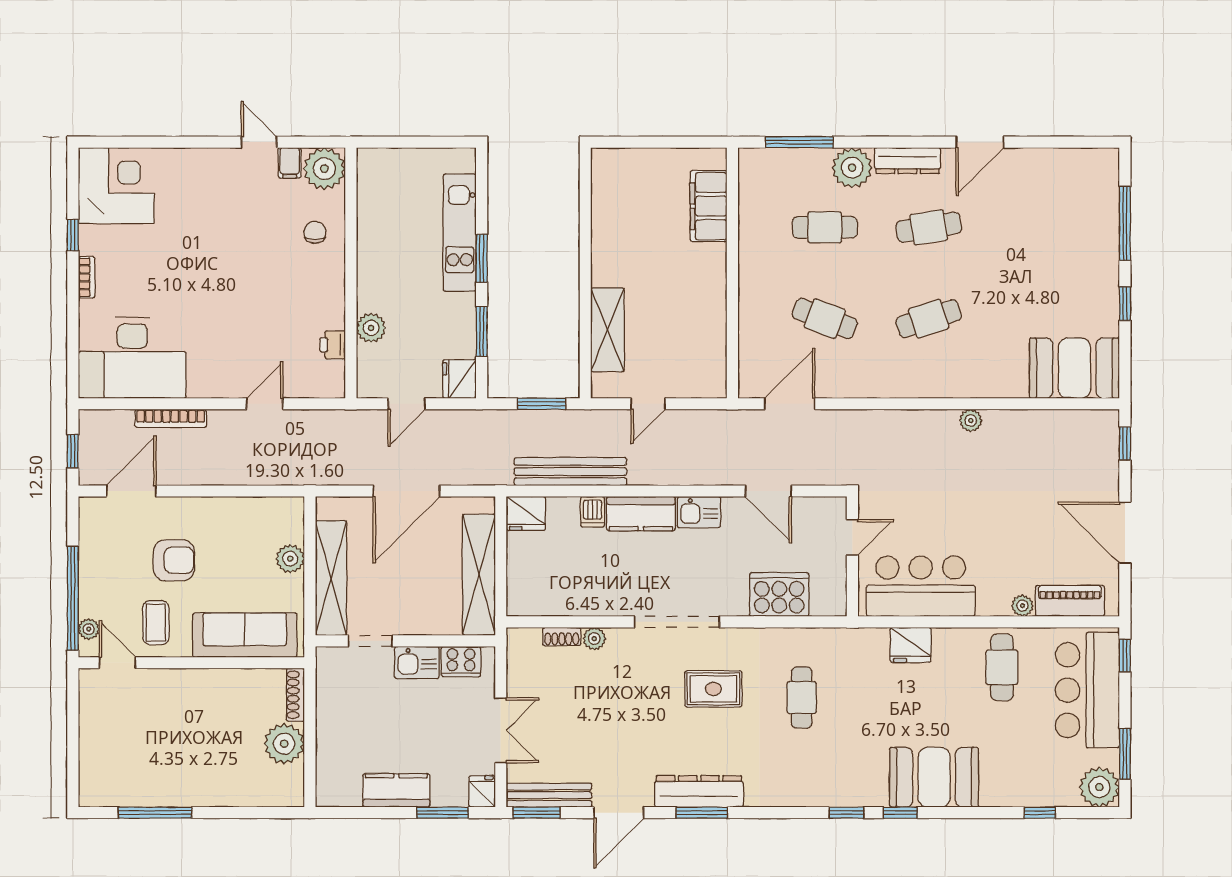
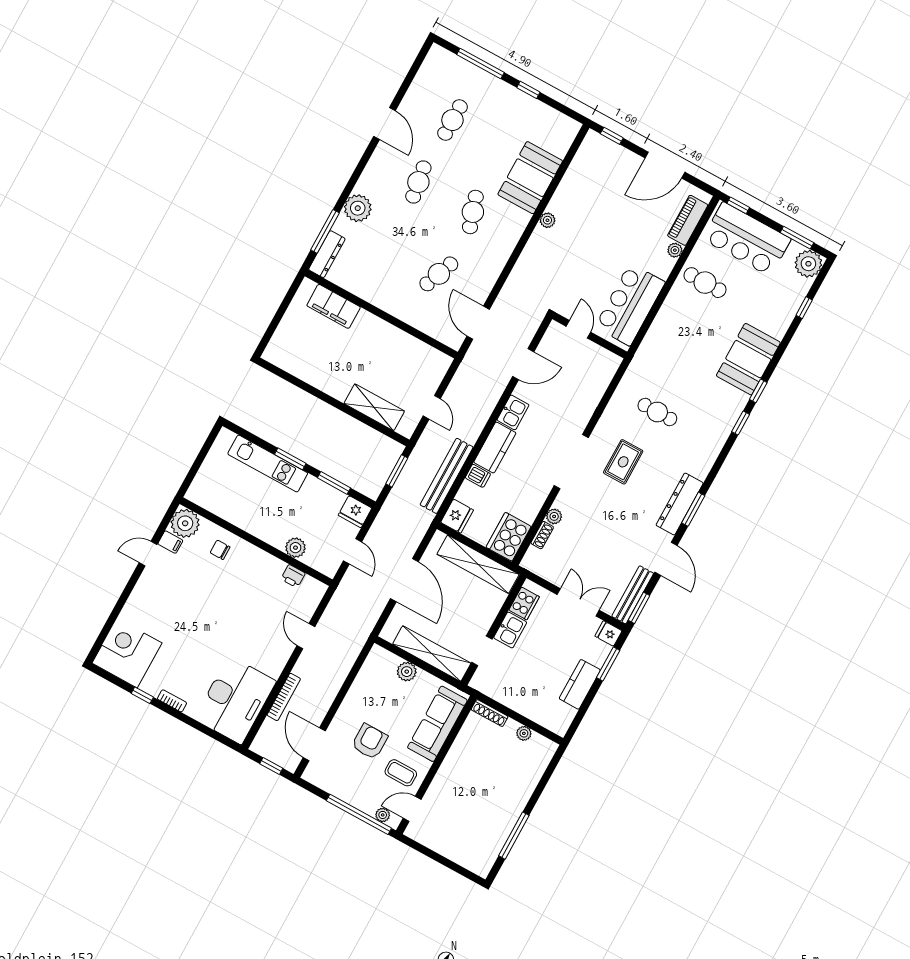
dresser: (908, 161) -> (327, 254), moved
cafe table: (825, 227) -> (452, 120), moved
booth: (1074, 368) -> (530, 178), moved
cooker: (779, 595) -> (509, 537), moved
fridge: (911, 645) -> (662, 330), removed
plant: (284, 744) -> (524, 733), width x0.53, depth x0.53

